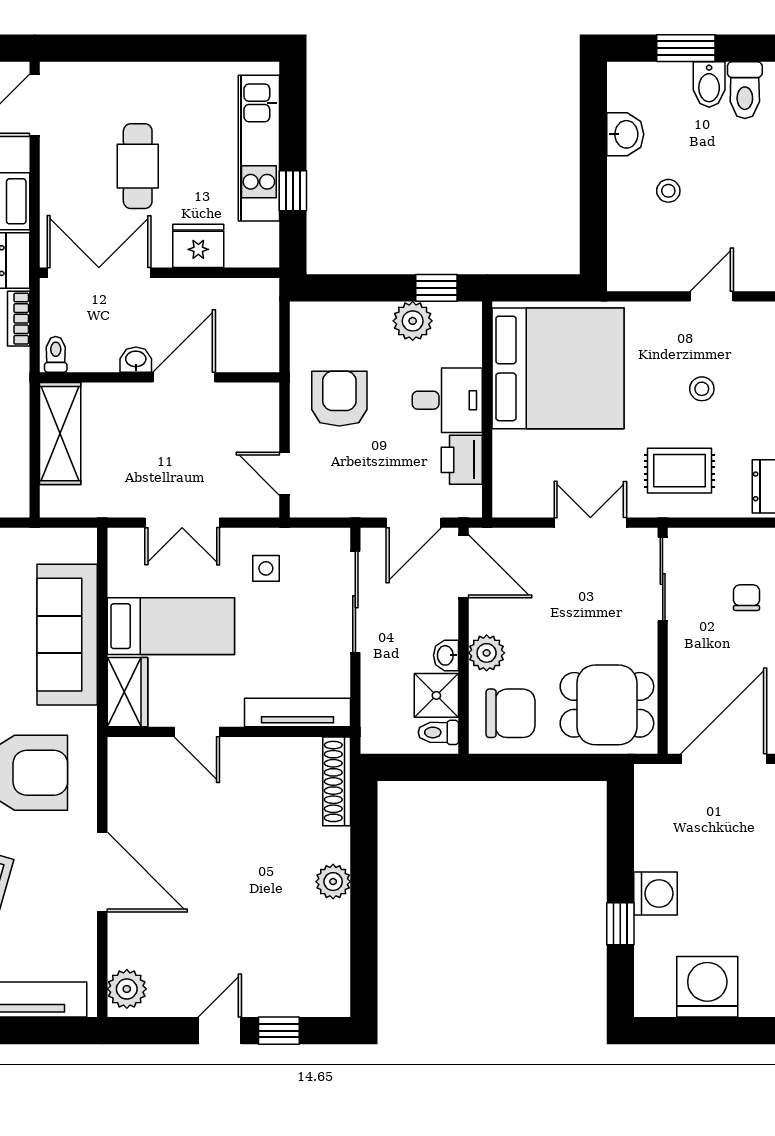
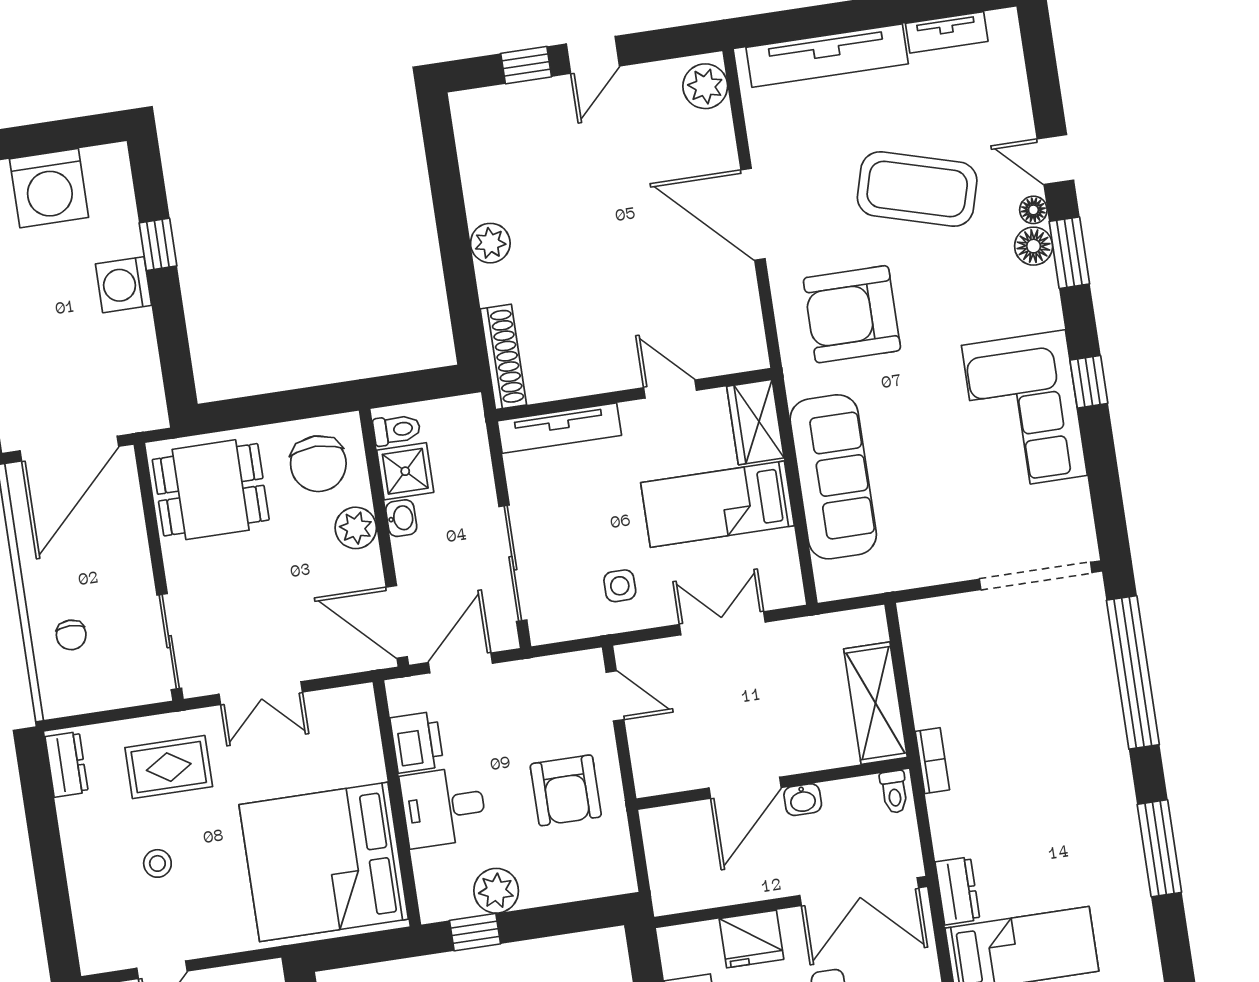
bookcase: (19, 319) -> (932, 761), moved
chair: (511, 713) -> (318, 464), turned -90

